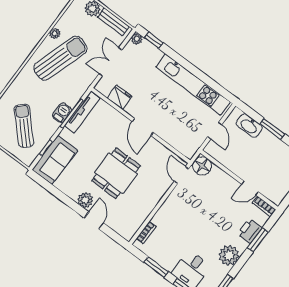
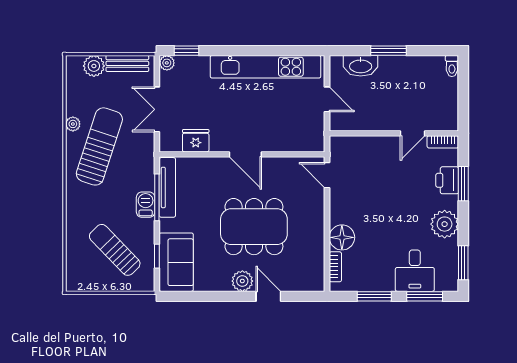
floor lamp: (202, 166) -> (342, 237), moved
dining table: (116, 173) -> (254, 227), width x1.38

